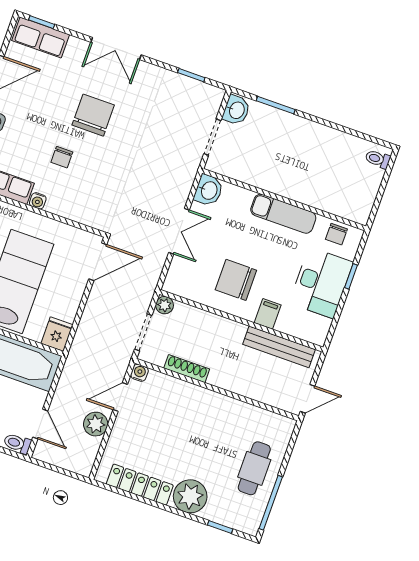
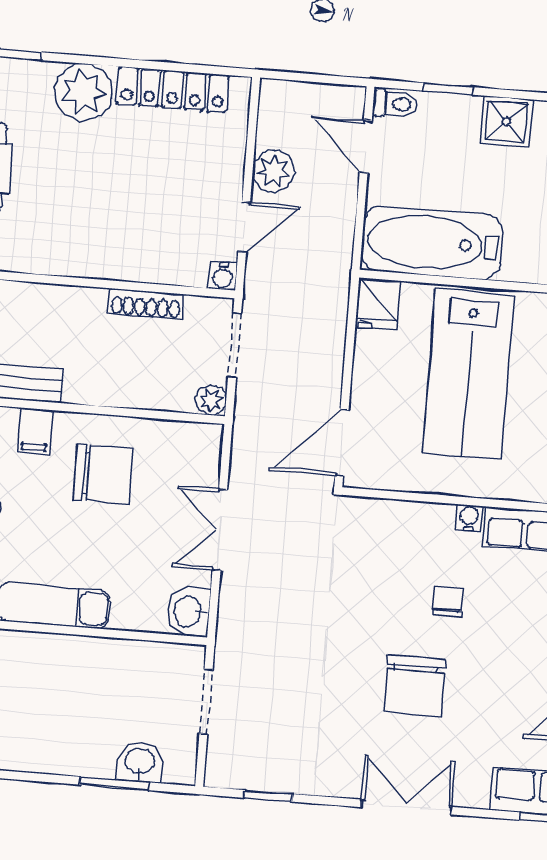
washbasin: (236, 110) -> (140, 762), moved, turned 90

